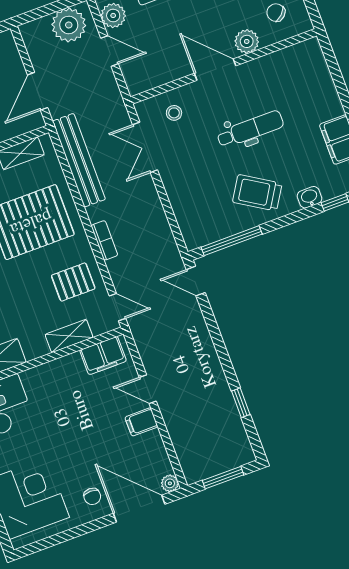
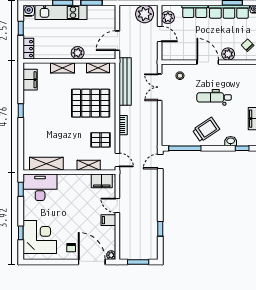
dental chair: (250, 129) -> (214, 97), turned 180
trolley: (257, 193) -> (206, 130), turned 114
door: (196, 281) -> (160, 161), hinge flipped

